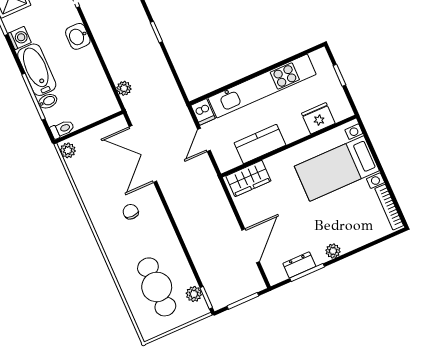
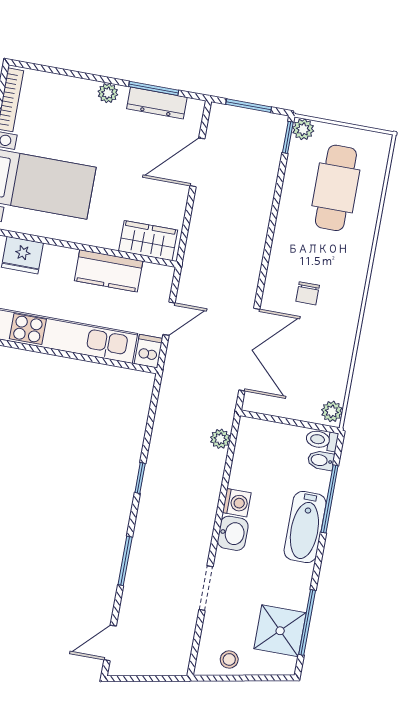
washing machine: (20, 38) -> (237, 503), moved, turned 180
bidet: (48, 101) -> (321, 460), moved
dresser: (299, 265) -> (157, 103), width x1.44
plant: (194, 294) -> (303, 129), moved

